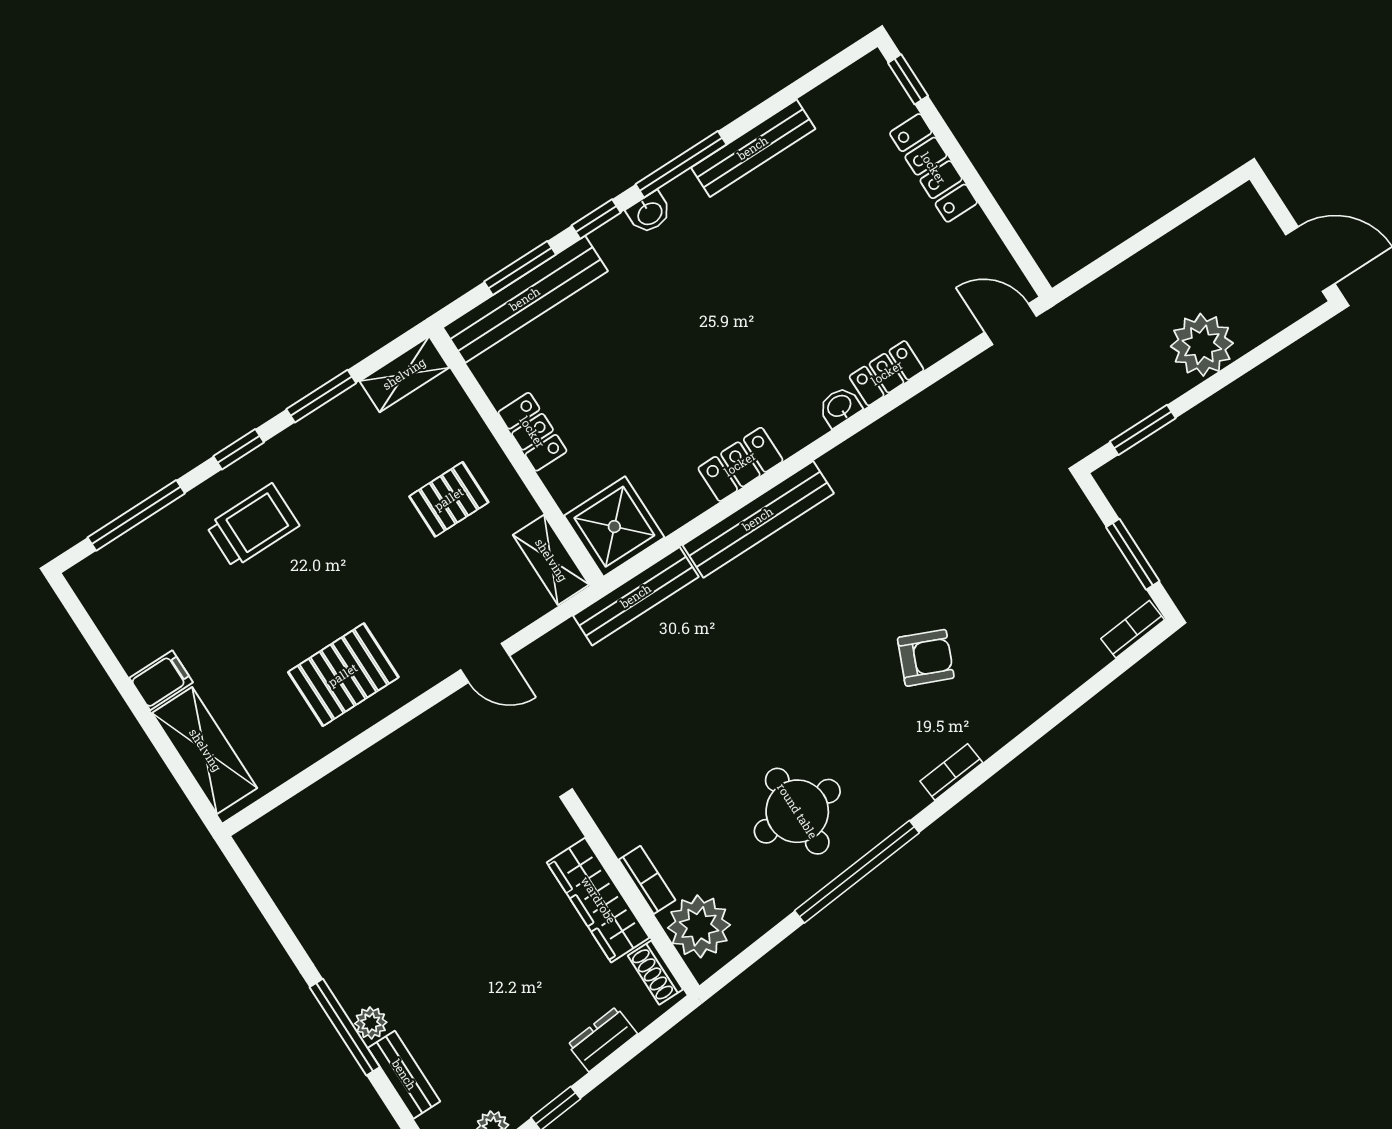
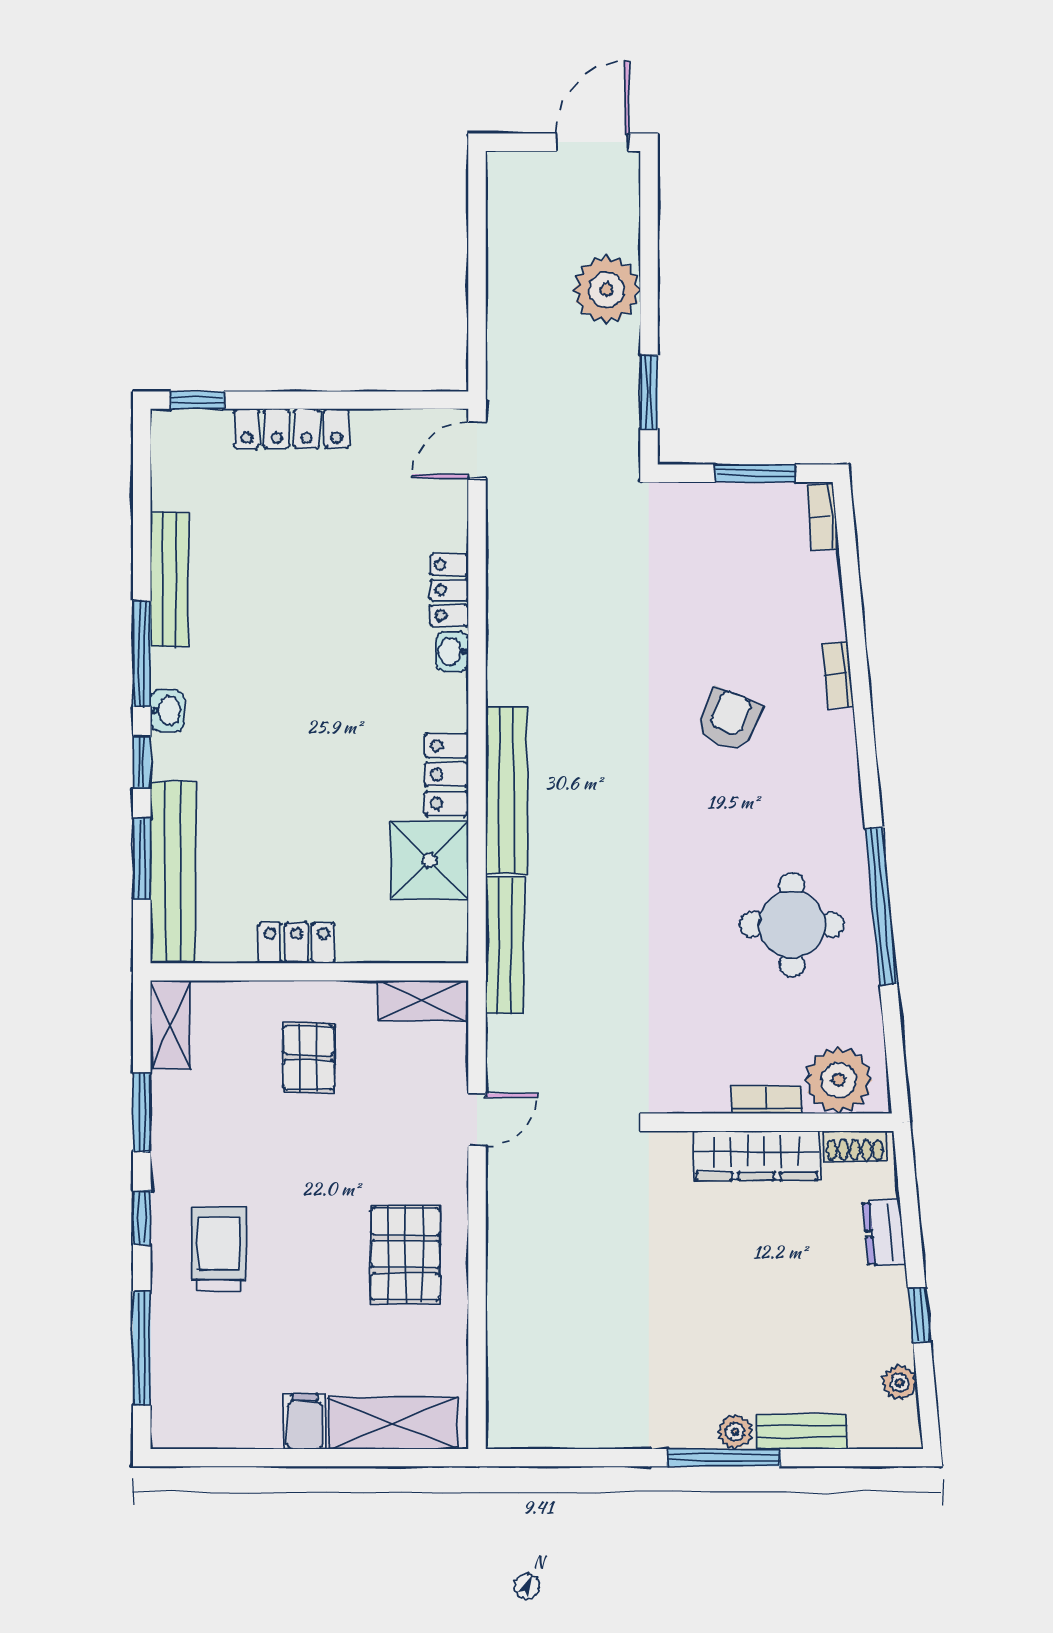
shower: (614, 527) -> (429, 860), moved
bookcase: (951, 772) -> (838, 675), moved

